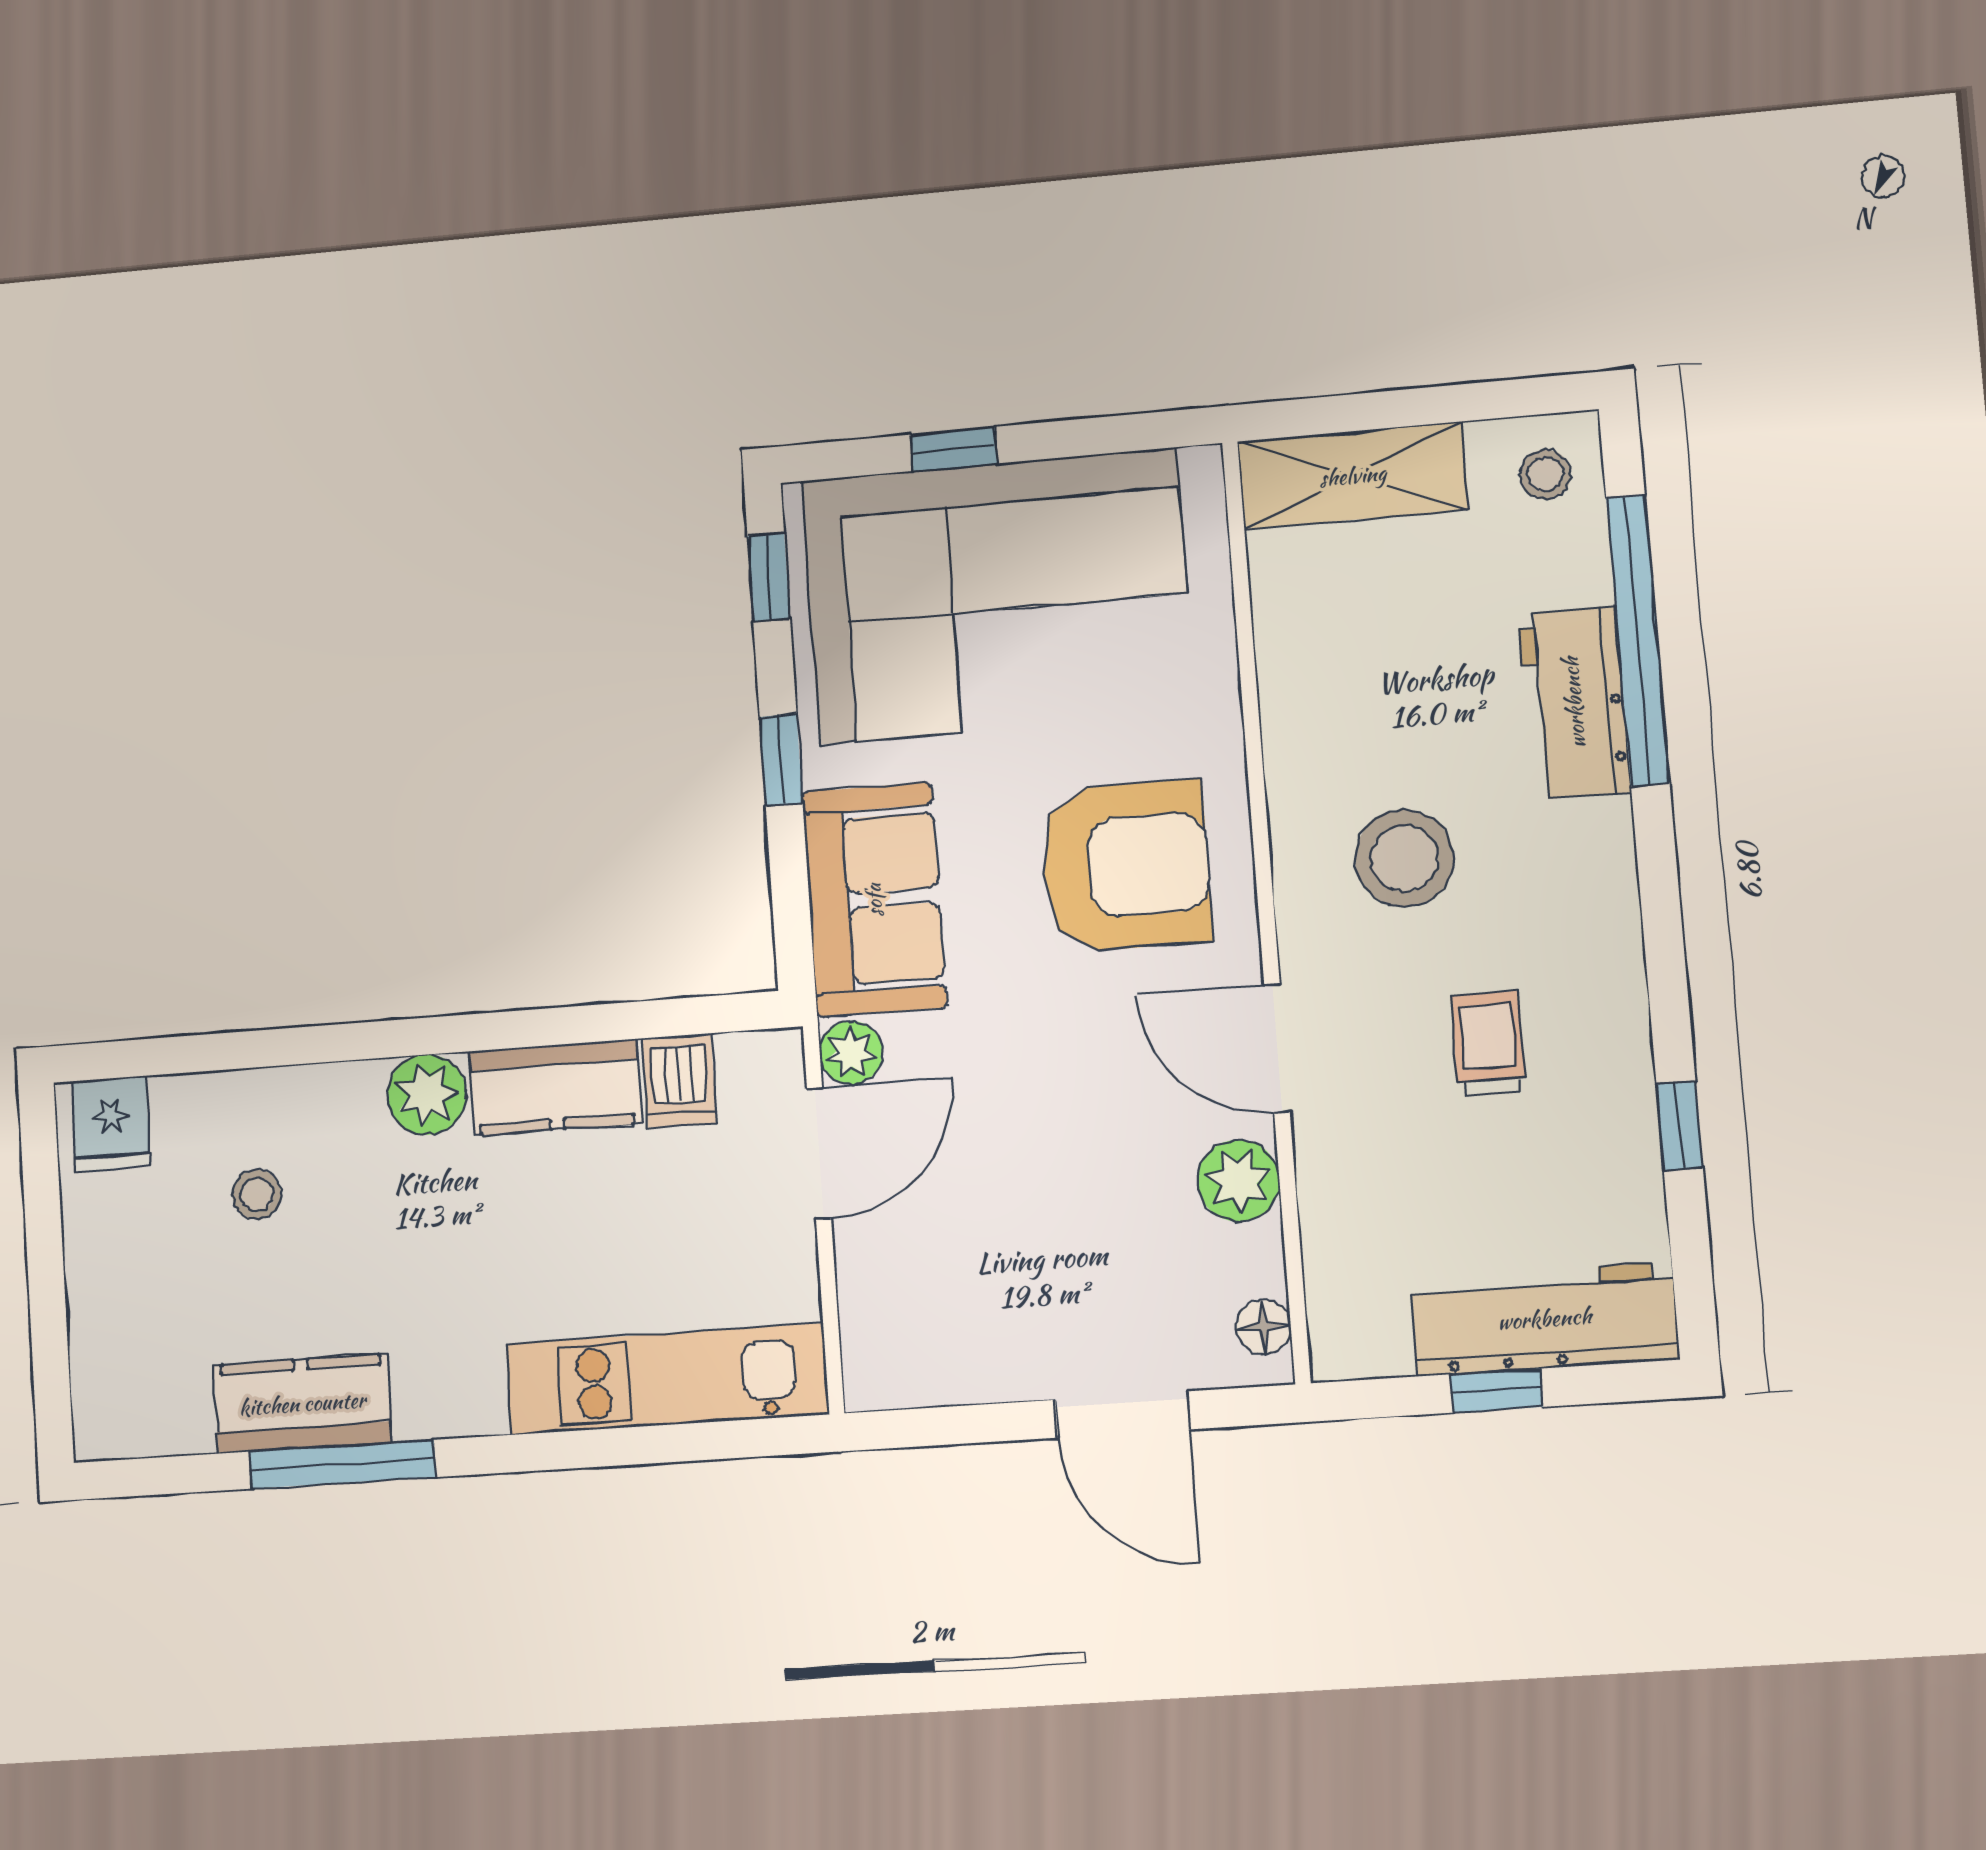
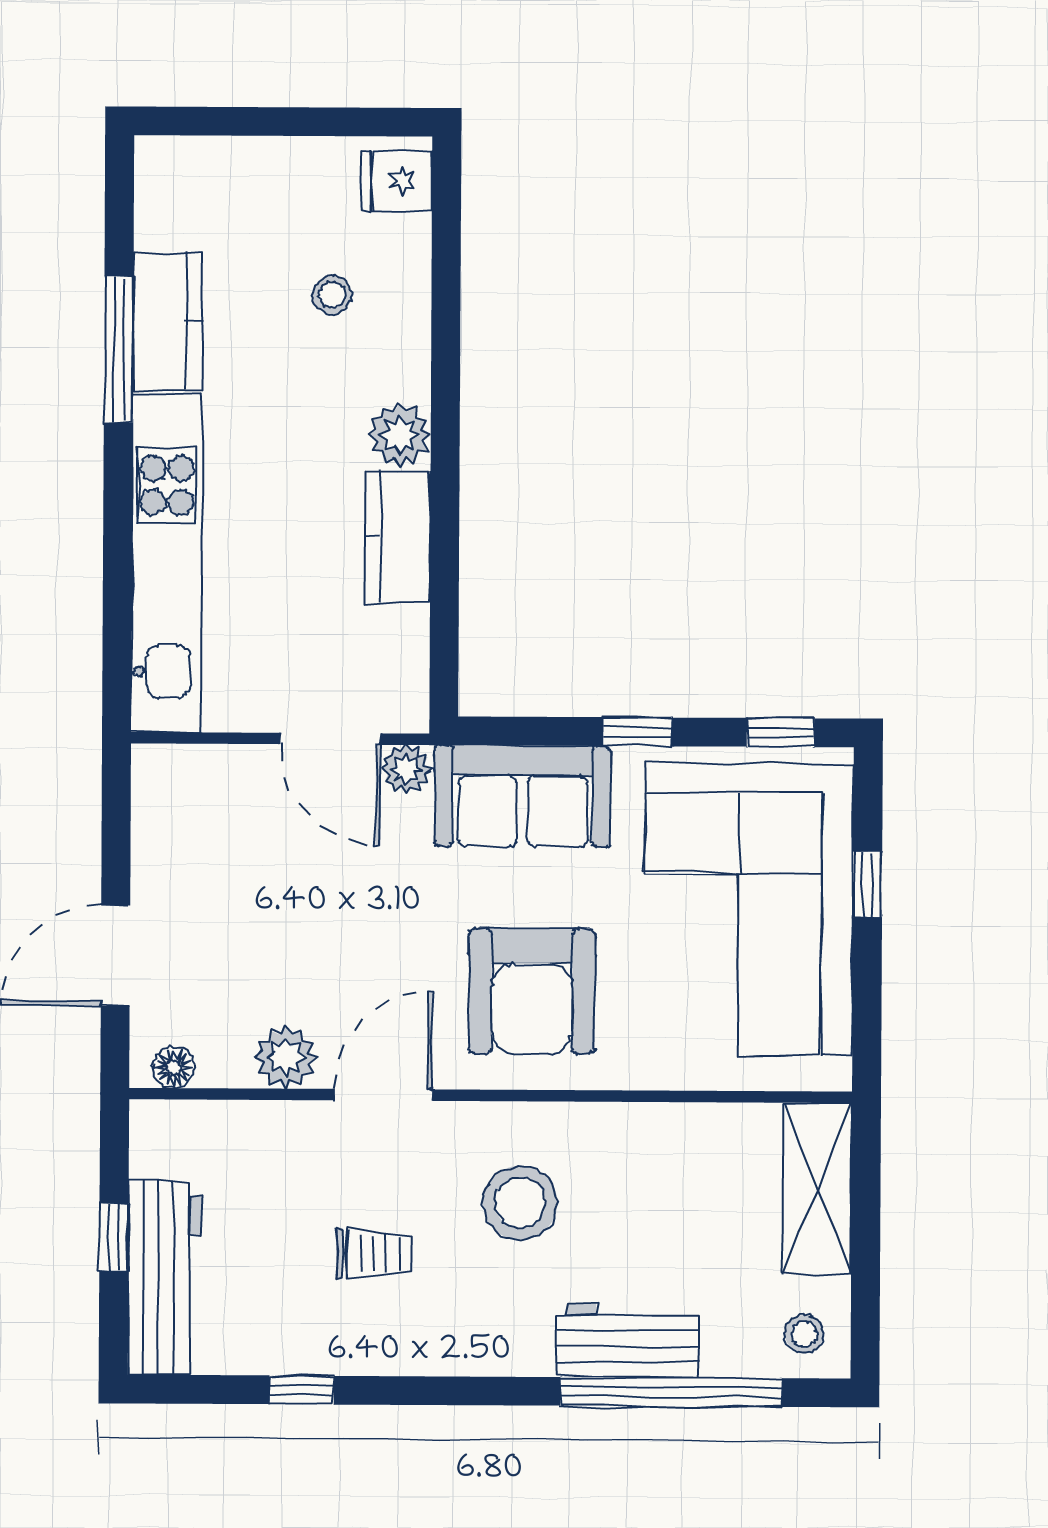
dishwasher: (679, 1080) -> (395, 634), removed
kitchen unit: (667, 1379) -> (167, 563), width x1.36

